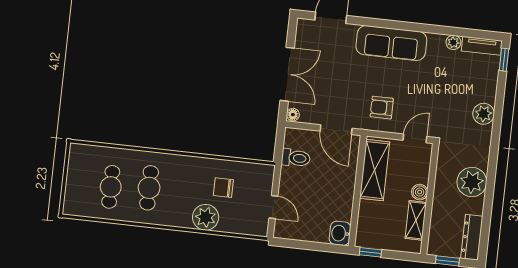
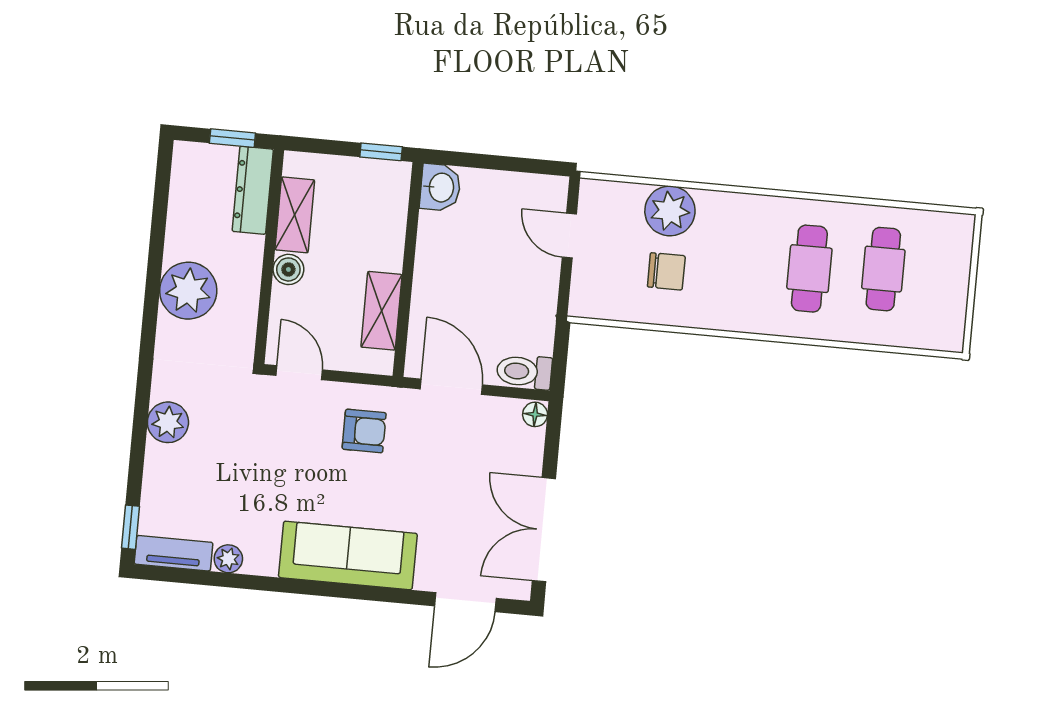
double door: (287, 74) -> (544, 530), moved
door: (415, 138) -> (299, 373), swing flipped
toilet: (296, 158) -> (524, 372), moved
shelving: (375, 170) -> (381, 311), width x0.67, depth x0.75
plant: (206, 217) -> (670, 211), moved
dresser: (472, 237) -> (253, 190), moved, turned 180

